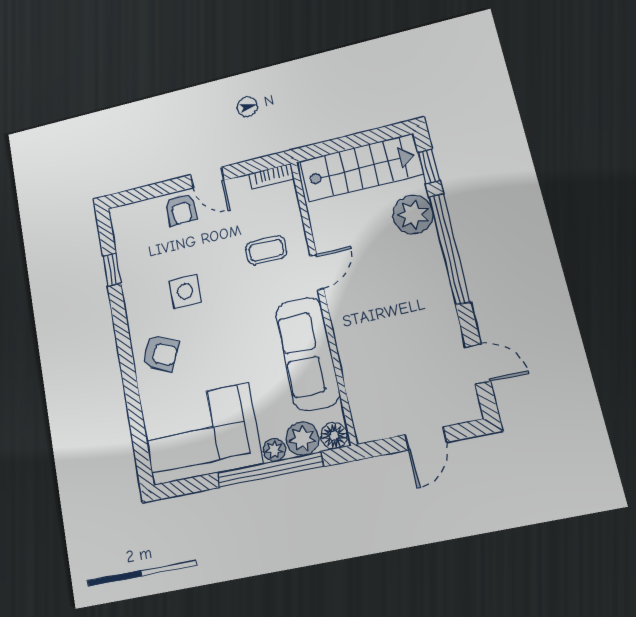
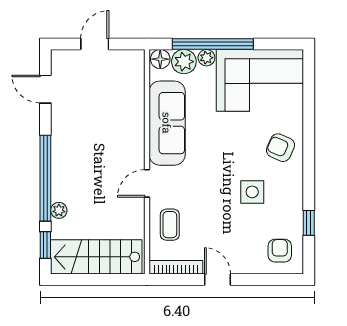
bookcase: (272, 176) -> (176, 267), width x1.56
armchair: (181, 209) -> (280, 251), moved
plant: (413, 215) -> (59, 210), width x0.53, depth x0.53
coffee table: (266, 250) -> (170, 225), moved, turned 90

